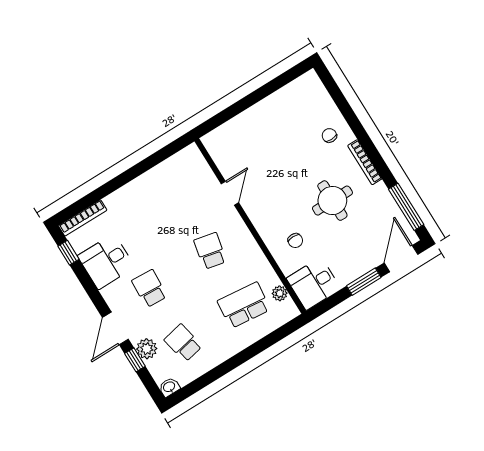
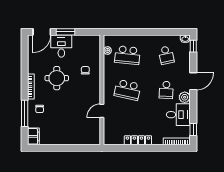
filing cabinet: (313, 87) -> (33, 136), added
locker: (145, 182) -> (138, 140), added
window: (406, 207) -> (25, 113), moved
school desk: (210, 251) -> (127, 90), width x1.85
desk: (314, 284) -> (61, 46), moved, turned -90
plant: (147, 349) -> (185, 97), moved
window: (135, 360) -> (193, 46), moved

